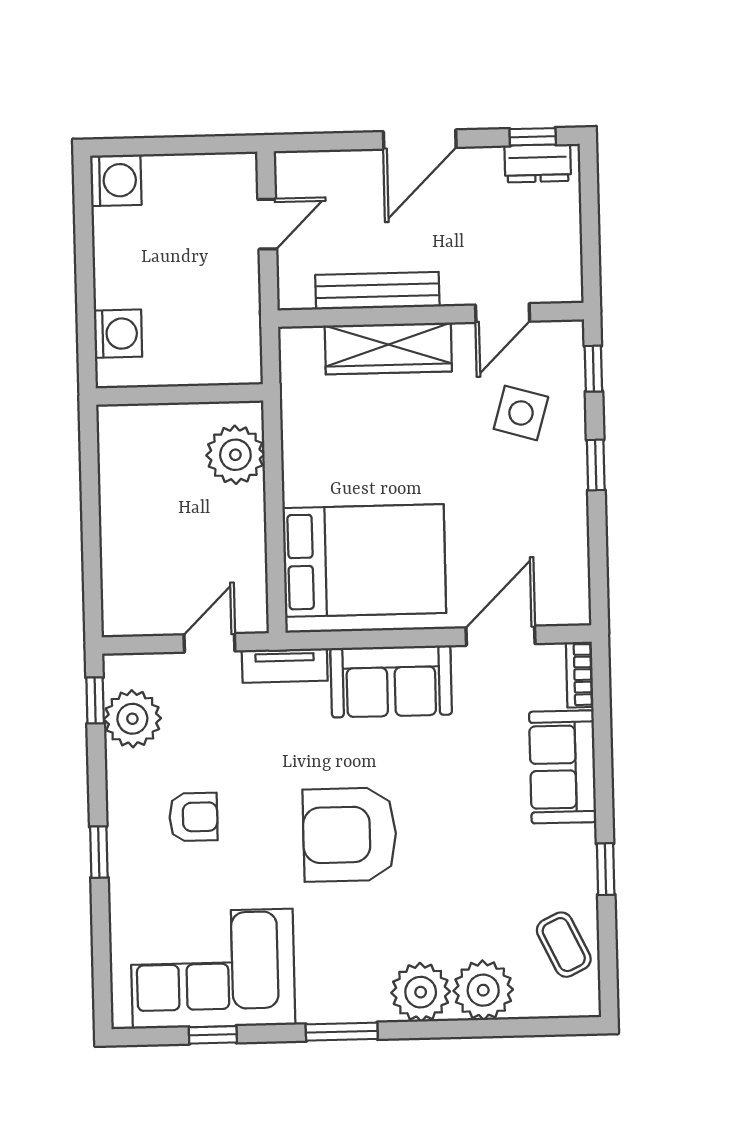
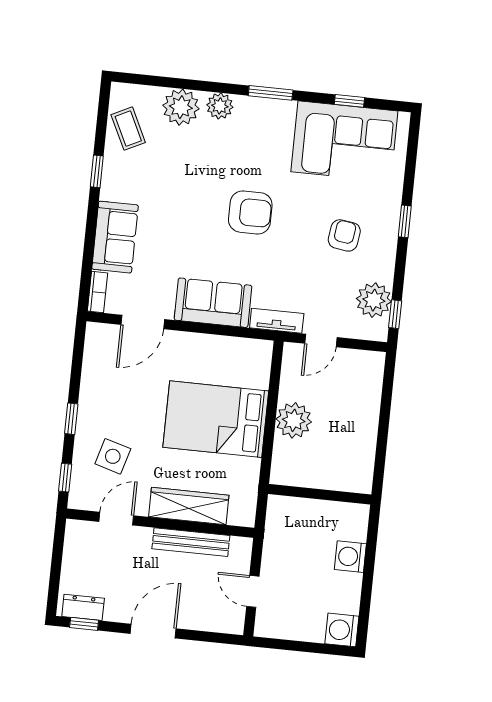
door: (267, 224) -> (253, 591), hinge flipped
washing machine: (118, 334) -> (350, 557), moved
plant: (235, 455) -> (294, 420), moved
bed: (364, 560) -> (216, 419), moved
armchair: (193, 817) -> (344, 235), turned 98
armchair: (350, 835) -> (250, 212), width x0.73, depth x0.73
plant: (421, 992) -> (220, 106), width x0.73, depth x0.73

